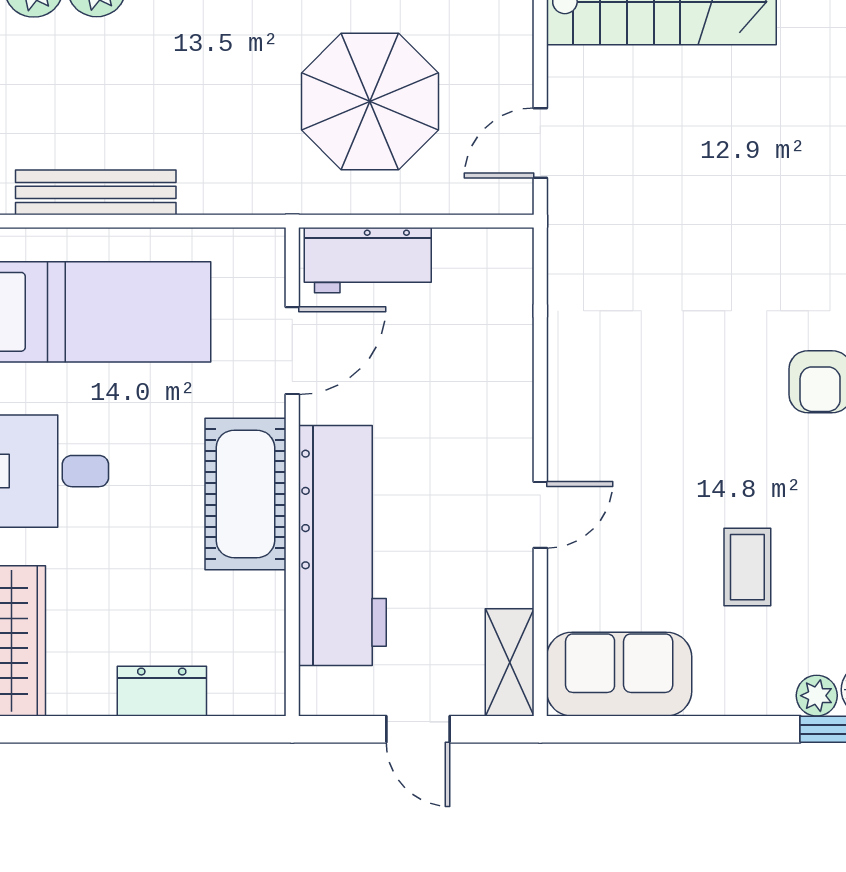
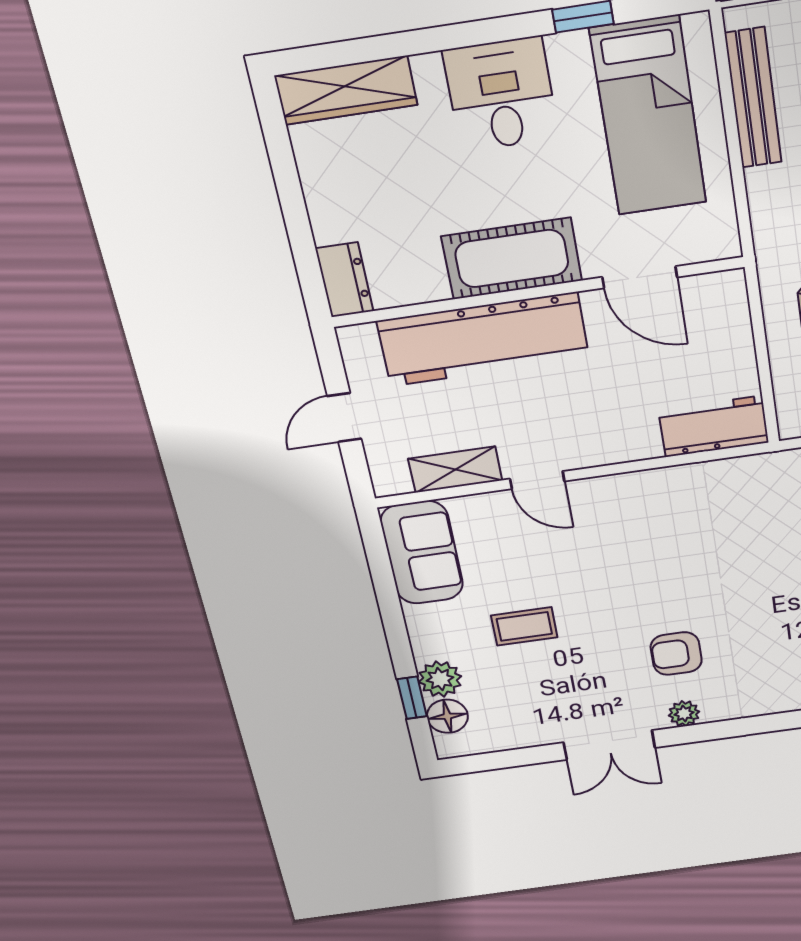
workbench: (368, 260) -> (714, 426), moved, turned 90
shelving: (510, 662) -> (455, 470), moved
dresser: (162, 691) -> (344, 280), moved
plant: (817, 696) -> (440, 679), width x1.38, depth x1.38

